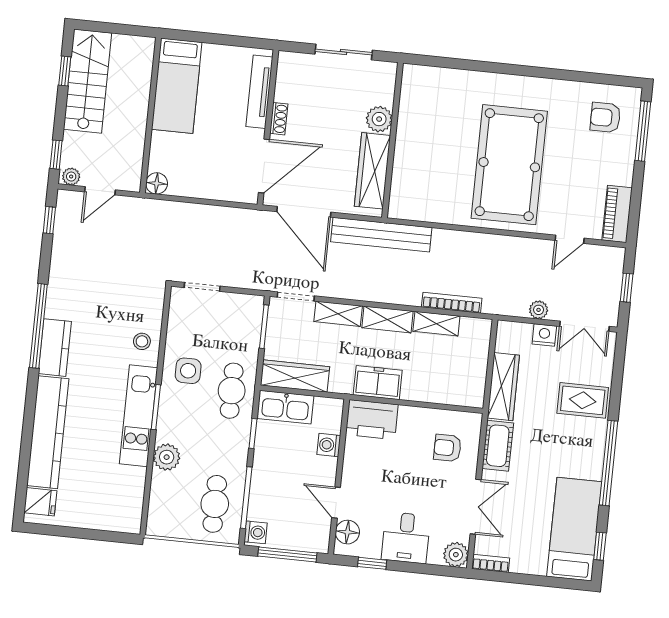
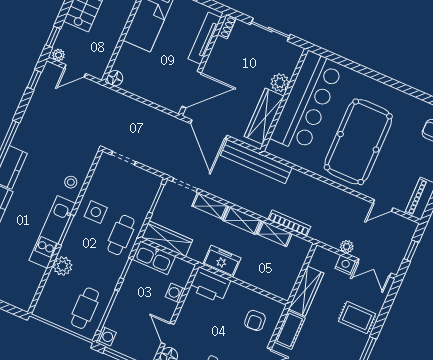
shoe rack: (279, 119) -> (227, 27), moved
bar counter: (423, 133) -> (307, 102), added
armchair: (448, 448) -> (255, 321), turned -94

